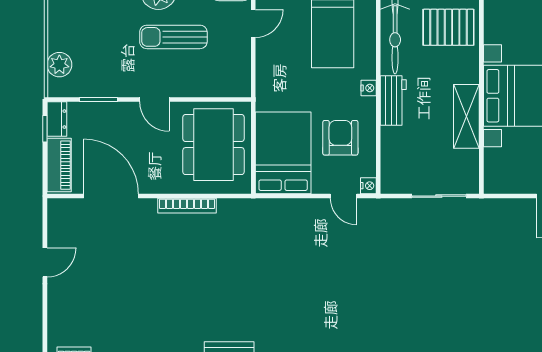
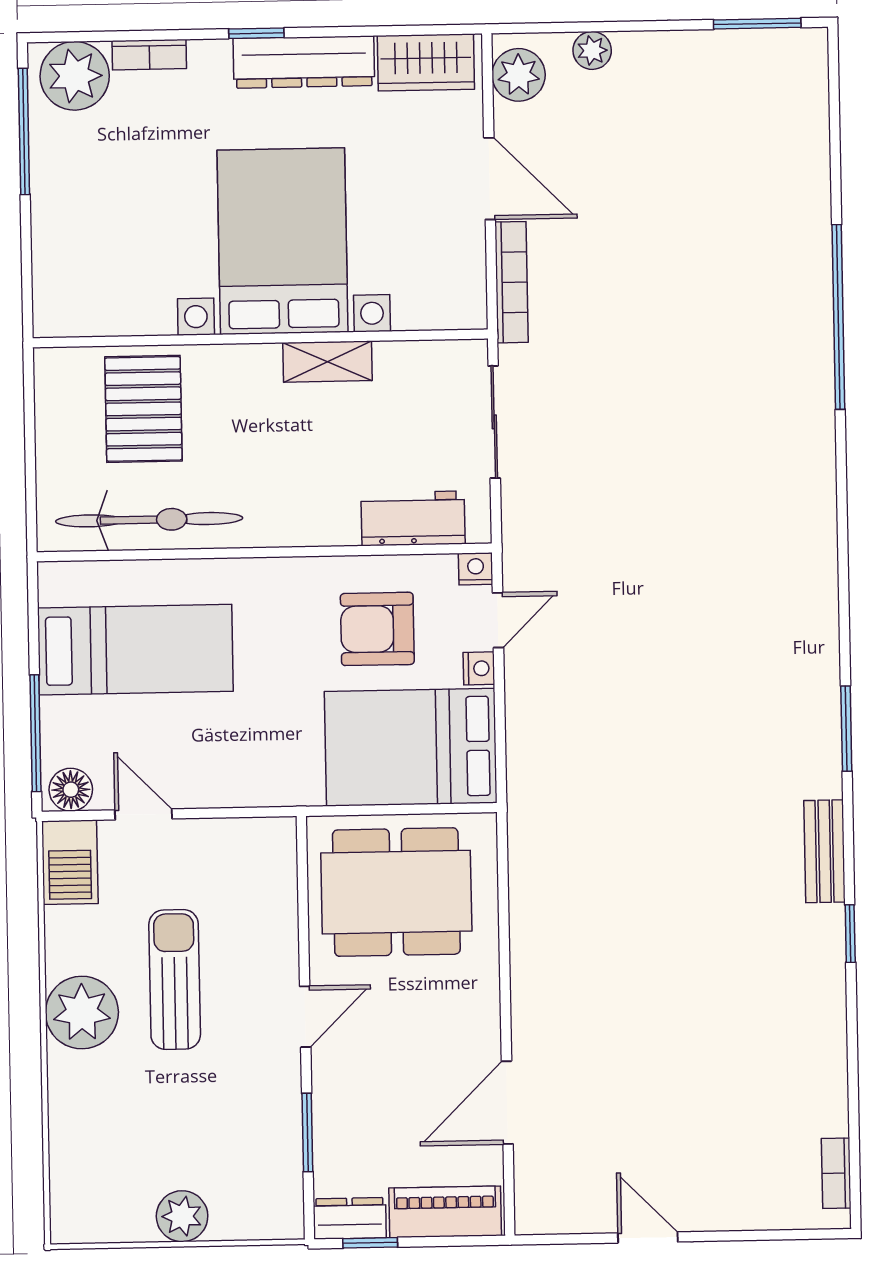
sun lounger: (173, 37) -> (175, 979), turned 180
plant: (59, 65) -> (182, 1216), moved
nightstand: (369, 88) -> (479, 668), moved, turned 90
workbench: (393, 101) -> (413, 518), moved
shelving: (466, 116) -> (328, 362), width x0.67, depth x0.75
door: (111, 196) -> (507, 1103), width x0.73
bookcase: (187, 206) -> (512, 282), moved

